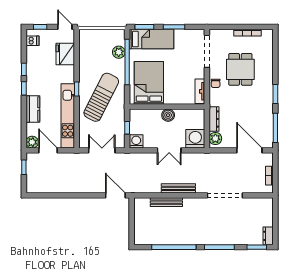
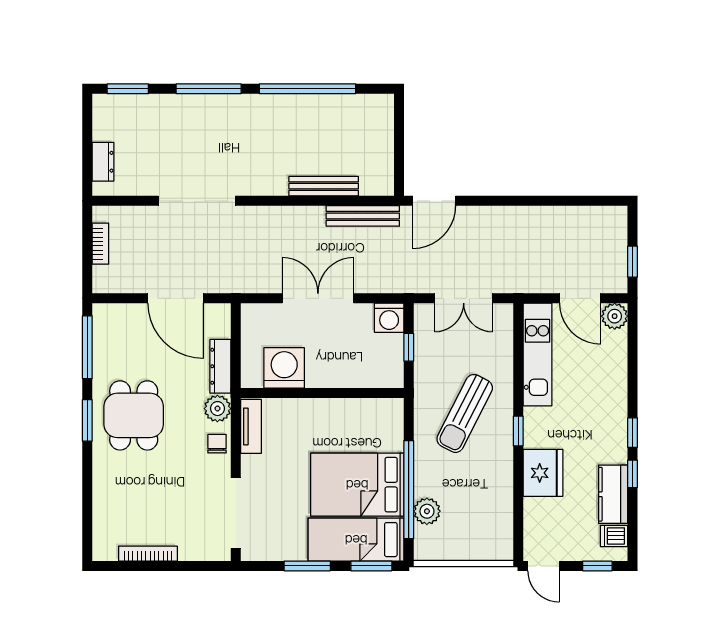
fridge: (65, 54) -> (543, 473), moved
dining table: (240, 69) -> (134, 415), moved
bed: (149, 83) -> (357, 485), moved, turned 90
sun lounger: (101, 97) -> (465, 413), width x0.73, depth x0.75
kitchen counter: (33, 109) -> (613, 494), moved
boiler: (168, 115) -> (320, 375), removed
kitchen unit: (68, 116) -> (538, 354), width x0.73
washing machine: (195, 139) -> (284, 368), moved, turned 180
plant: (215, 139) -> (217, 409), moved
double door: (169, 150) -> (318, 298), width x1.37
door: (249, 150) -> (176, 298), moved
bench: (178, 188) -> (363, 216), moved
door: (115, 195) -> (434, 201), hinge flipped
dresser: (268, 236) -> (103, 162), moved

